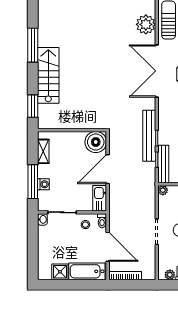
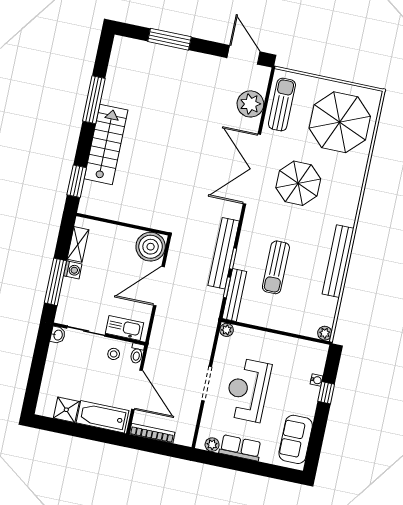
washing machine: (43, 184) -> (73, 270), moved
kitchen sink: (100, 198) -> (125, 328), moved, turned 90

